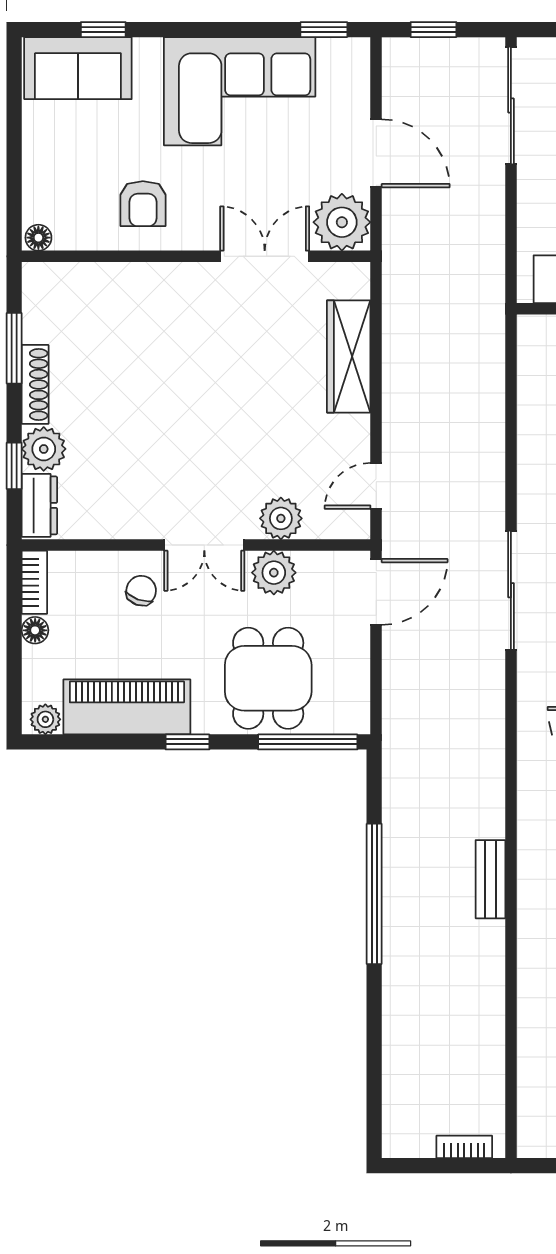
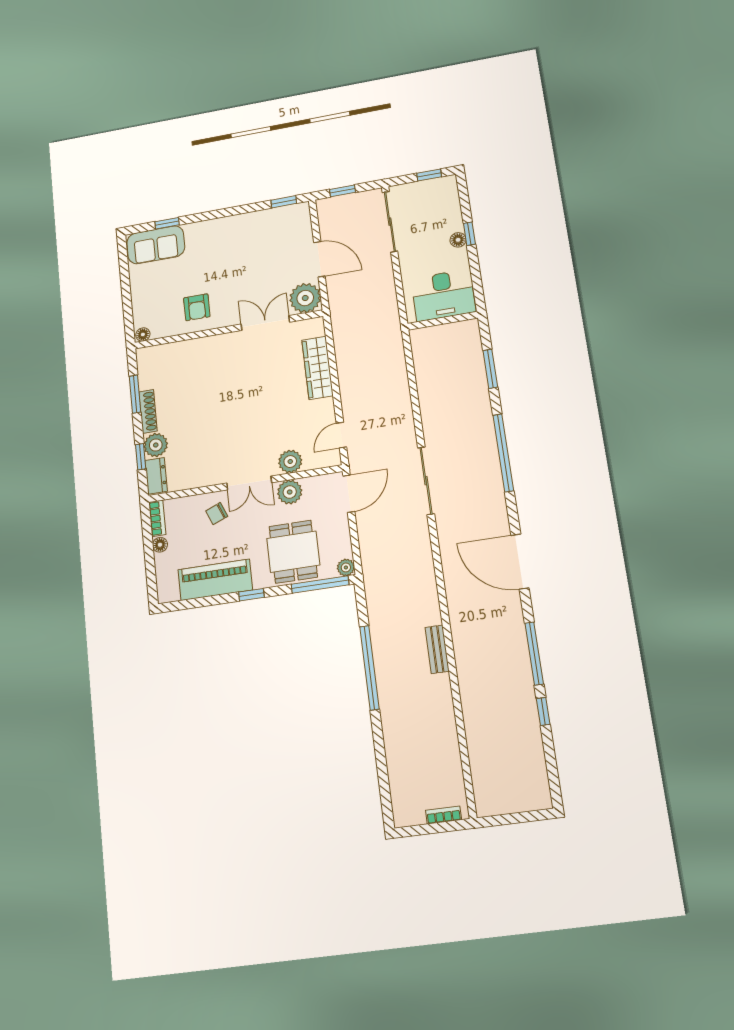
corner sofa: (240, 91) -> (242, 241), removed
chair: (141, 591) -> (217, 514), turned -132
plant: (45, 719) -> (346, 567), moved

